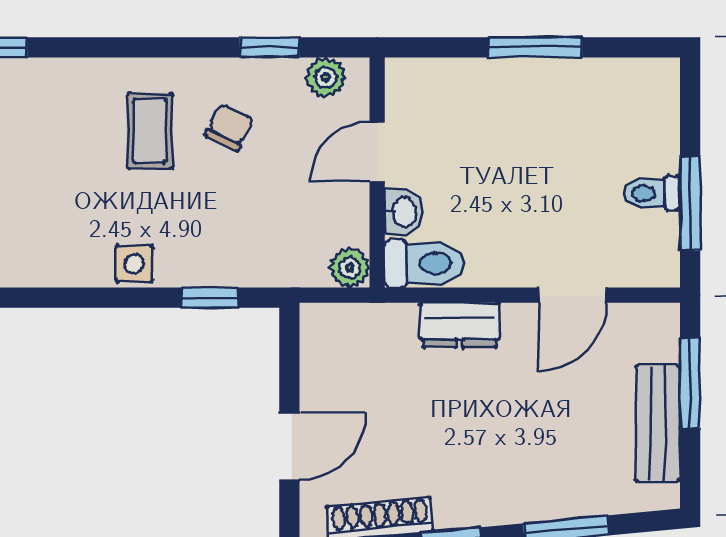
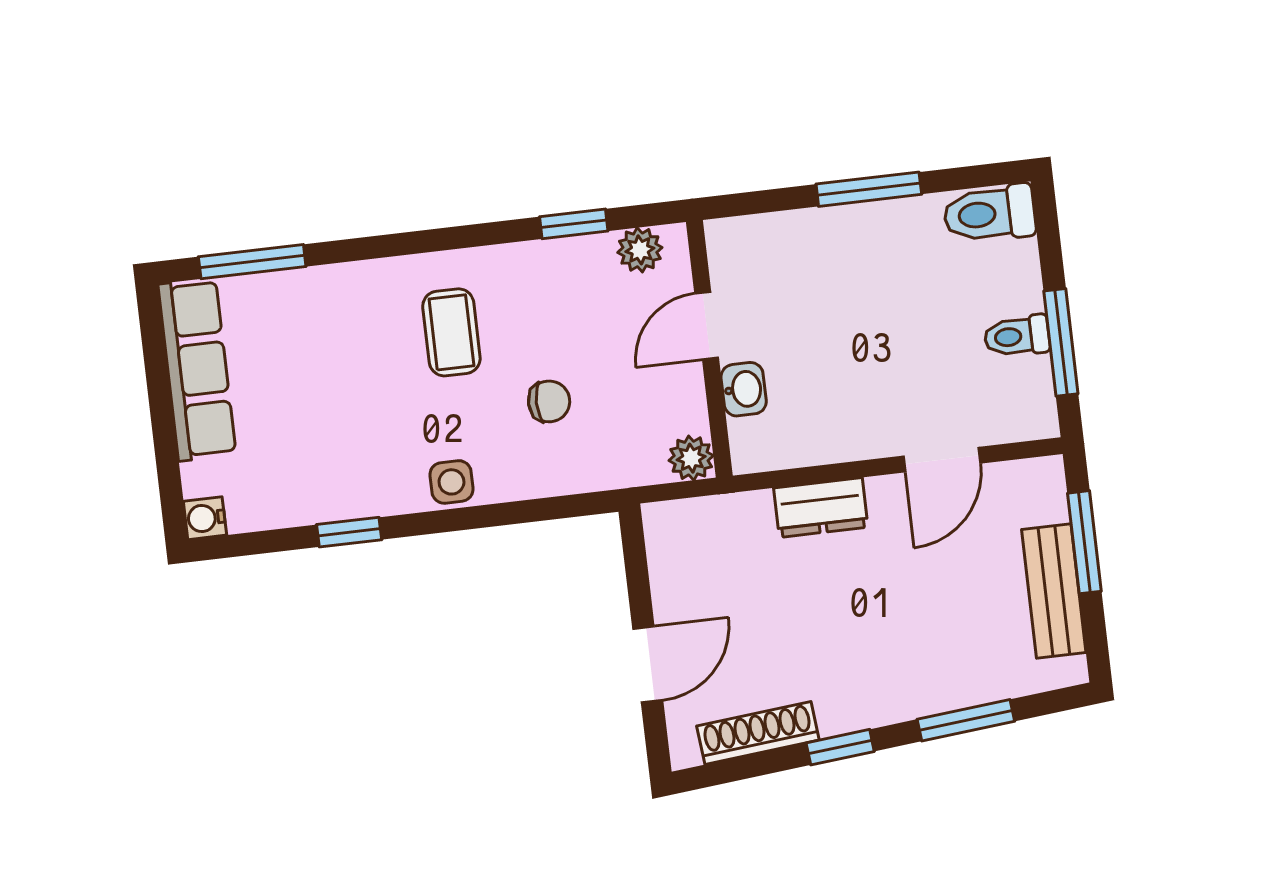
chair: (229, 127) -> (549, 401), moved, turned 64
toilet: (424, 263) -> (989, 214), moved, turned 180
window: (210, 298) -> (349, 532), moved

